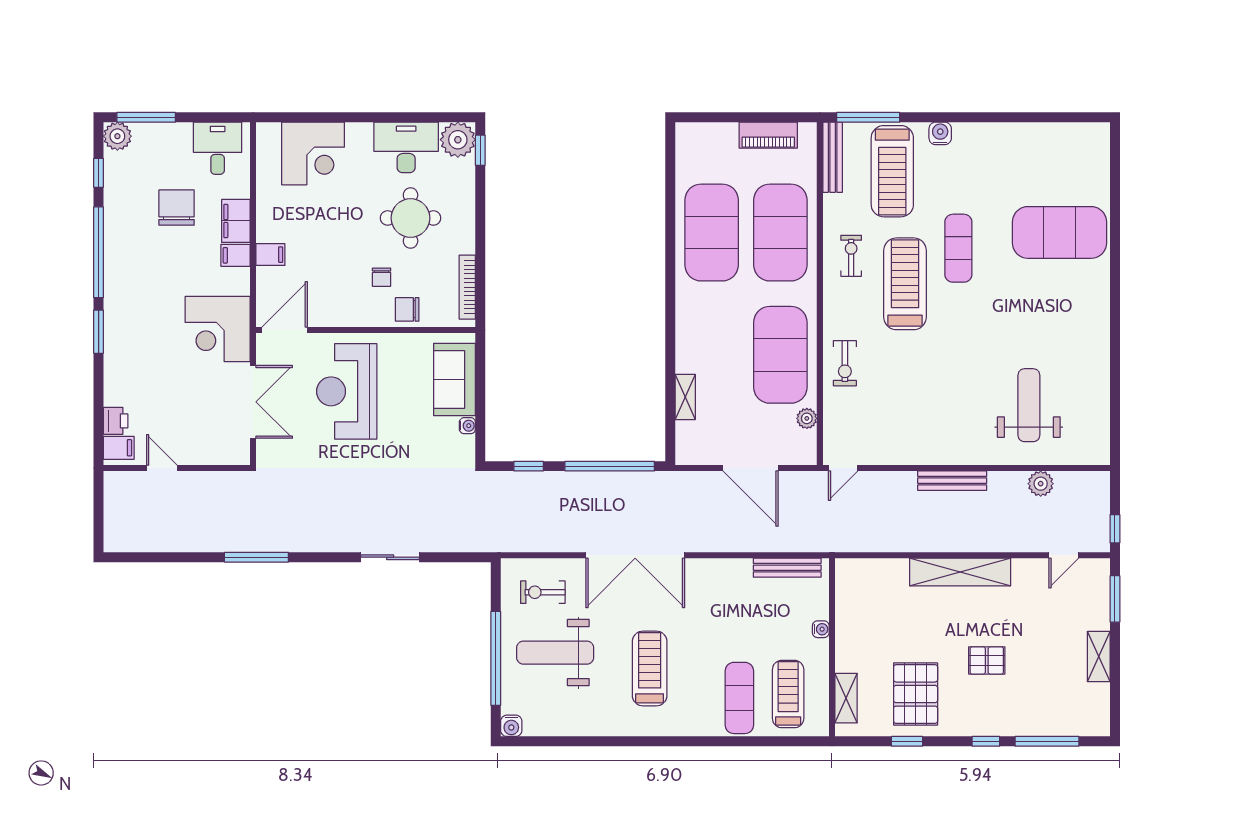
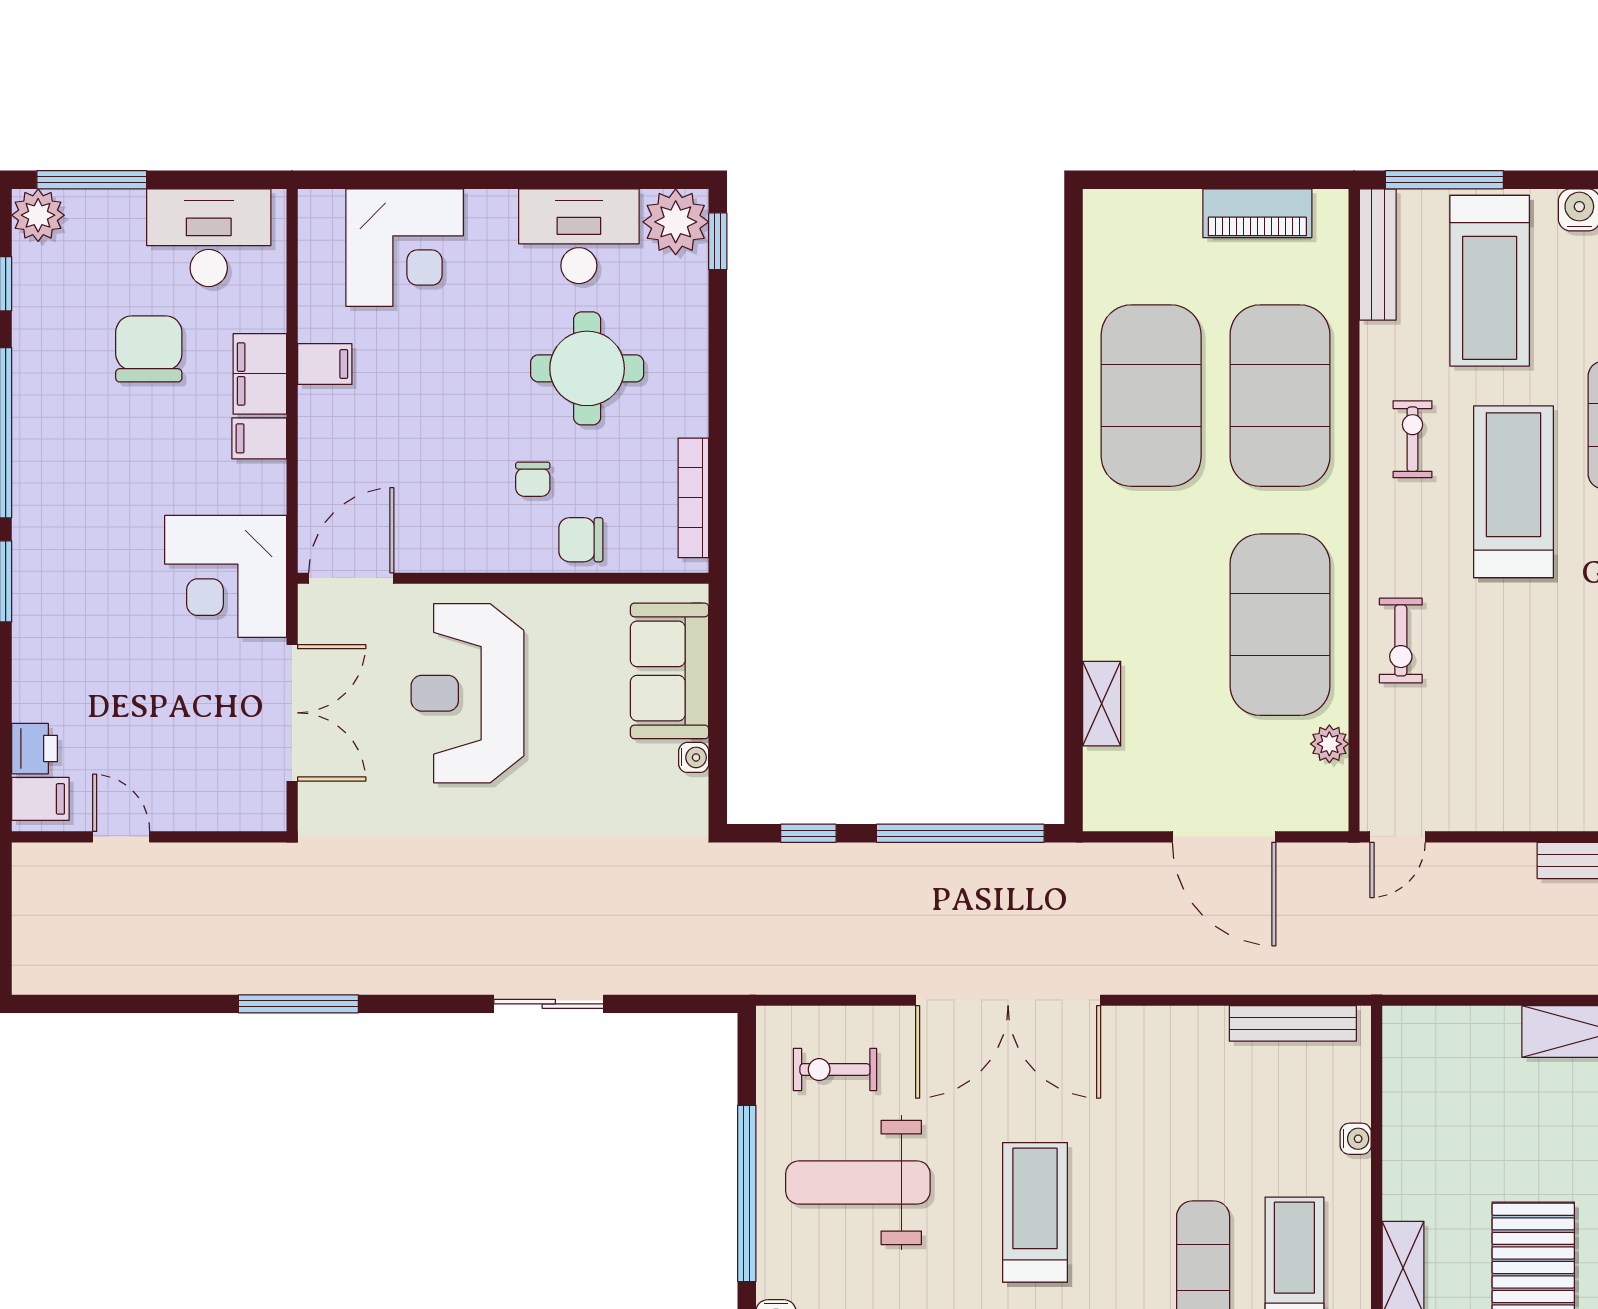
desk: (218, 148) -> (209, 238), width x1.37
filing cabinet: (270, 255) -> (325, 364), moved

